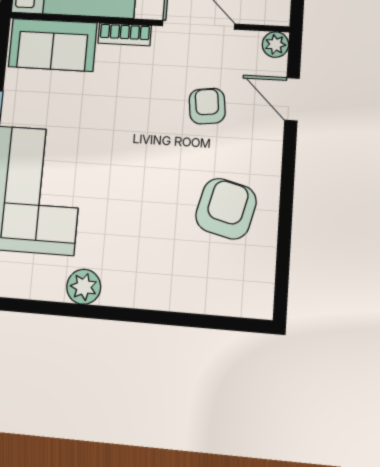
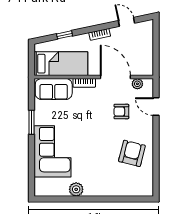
plant: (275, 45) -> (137, 84), moved
armchair: (207, 106) -> (121, 112), turned -83

